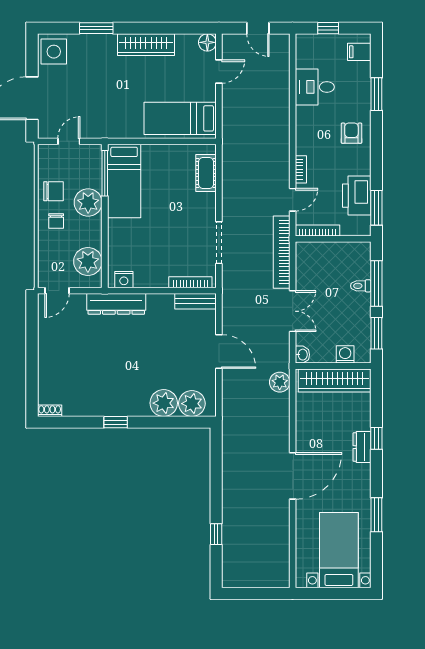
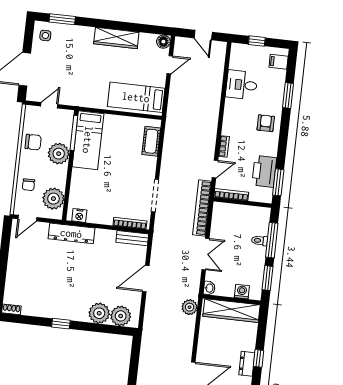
window: (96, 28) -> (62, 19), moved
side table: (54, 52) -> (45, 35), width x0.54, depth x0.54
chair: (56, 221) -> (28, 185), moved
door: (219, 352) -> (146, 279), swing flipped

